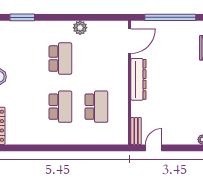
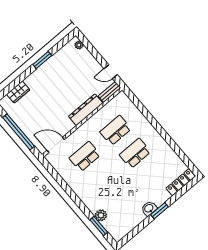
plant: (80, 28) -> (101, 215), moved
school desk: (60, 58) -> (85, 157), moved
dresser: (138, 79) -> (86, 110), moved

